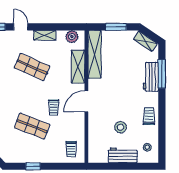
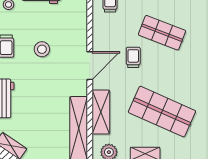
shop shelf: (32, 67) -> (162, 112), width x1.43, depth x1.36
stool: (121, 127) -> (42, 49), moved

